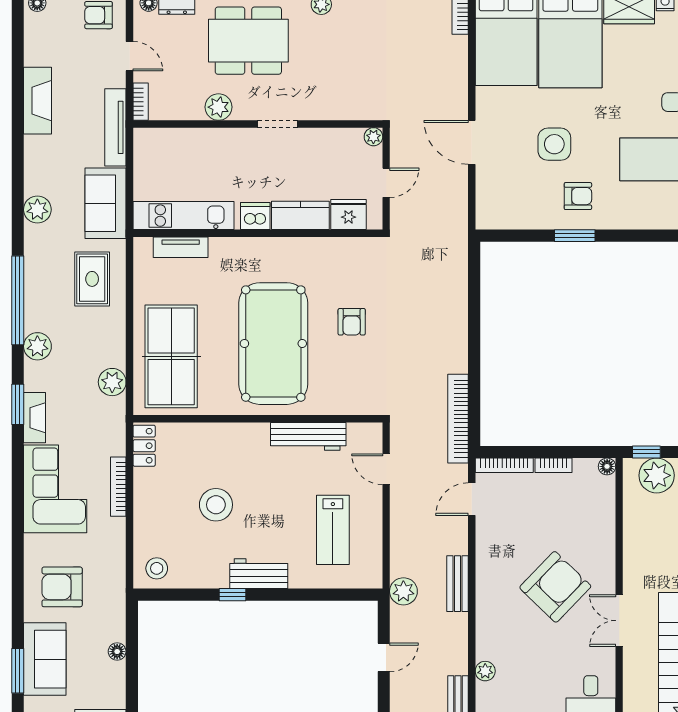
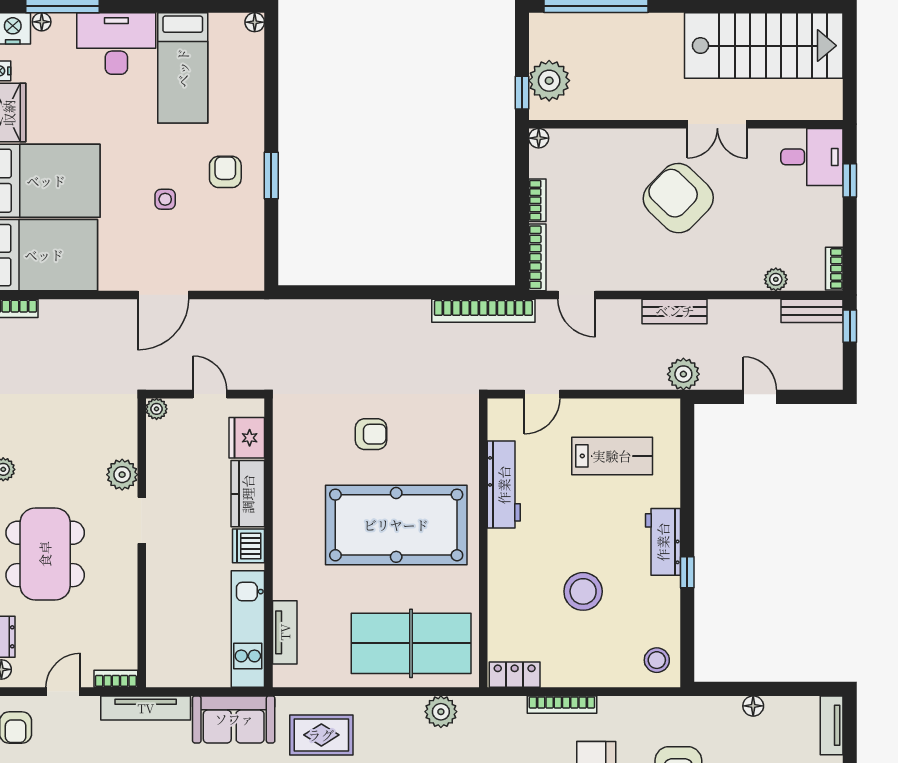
plant: (218, 107) -> (122, 475), moved
side table: (554, 144) -> (165, 199), width x0.54, depth x0.54

